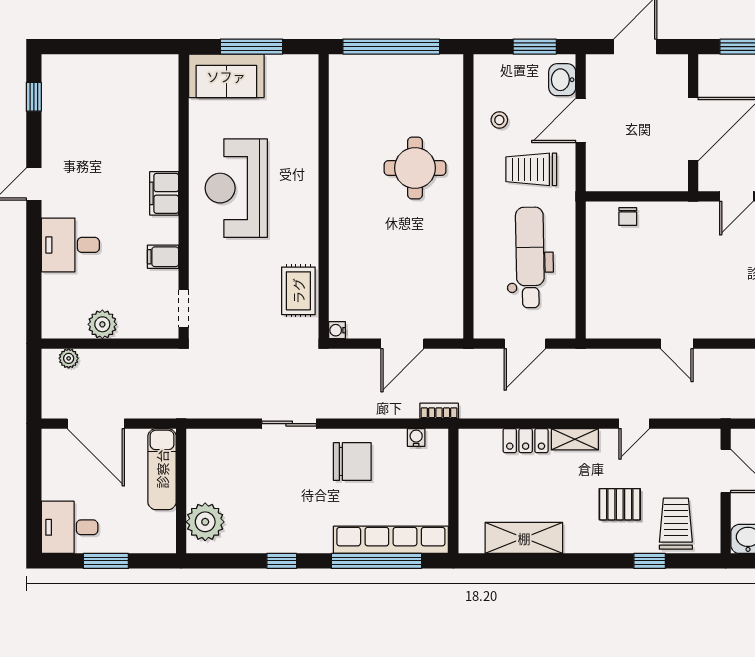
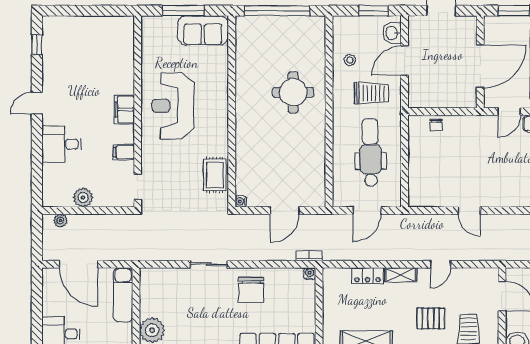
sofa: (226, 76) -> (203, 30), moved
trolley: (531, 169) -> (371, 93), turned 180
water cooler: (416, 437) -> (310, 274), moved
chair: (352, 462) -> (251, 290), turned 90

